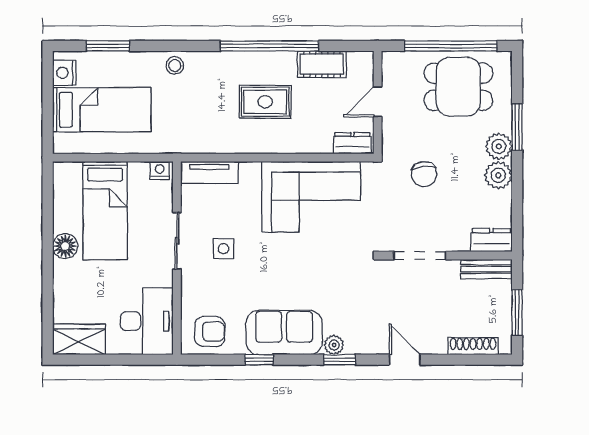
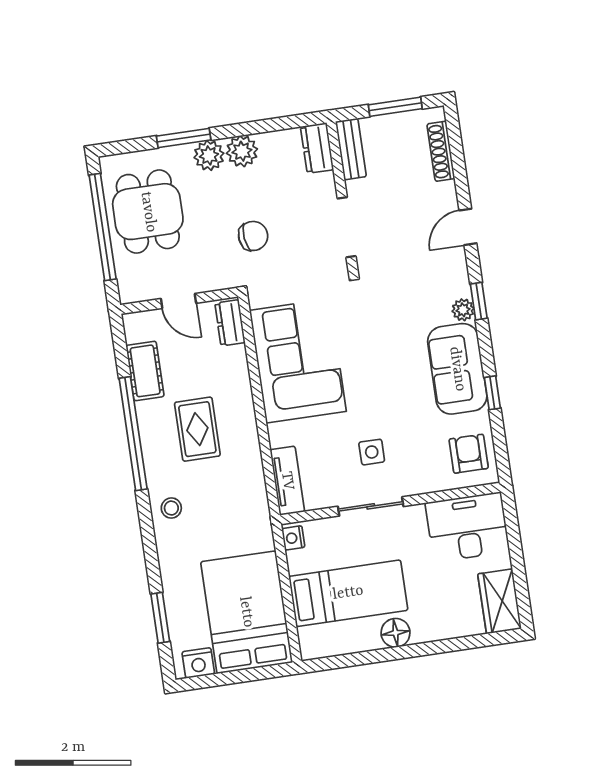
stool: (175, 65) -> (171, 508), moved
bed: (102, 110) -> (246, 612), width x1.50

